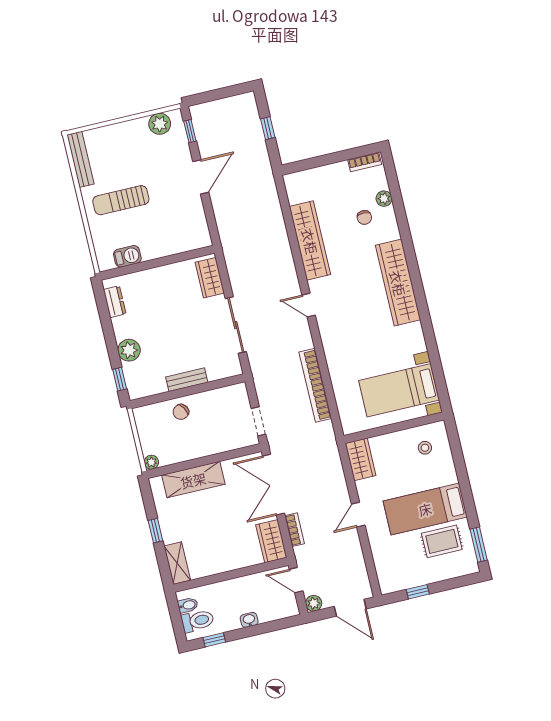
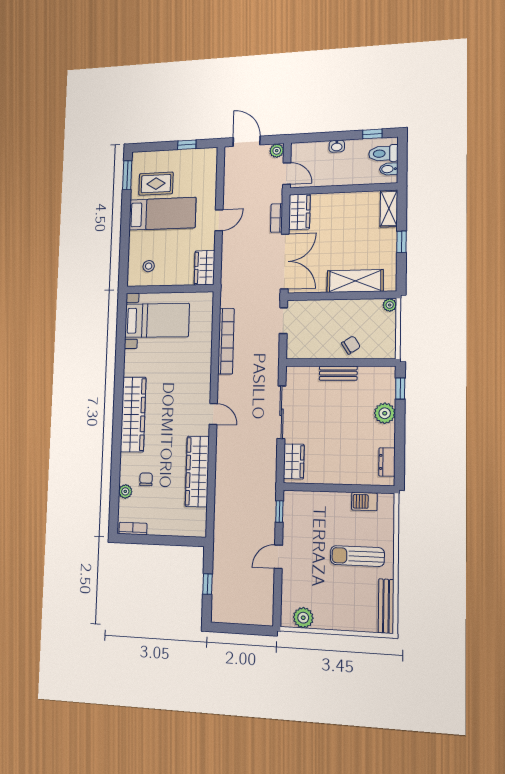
window: (190, 131) -> (279, 511), moved
door: (201, 177) -> (278, 557), width x0.73
sun lounger: (121, 200) -> (357, 556), turned 180

